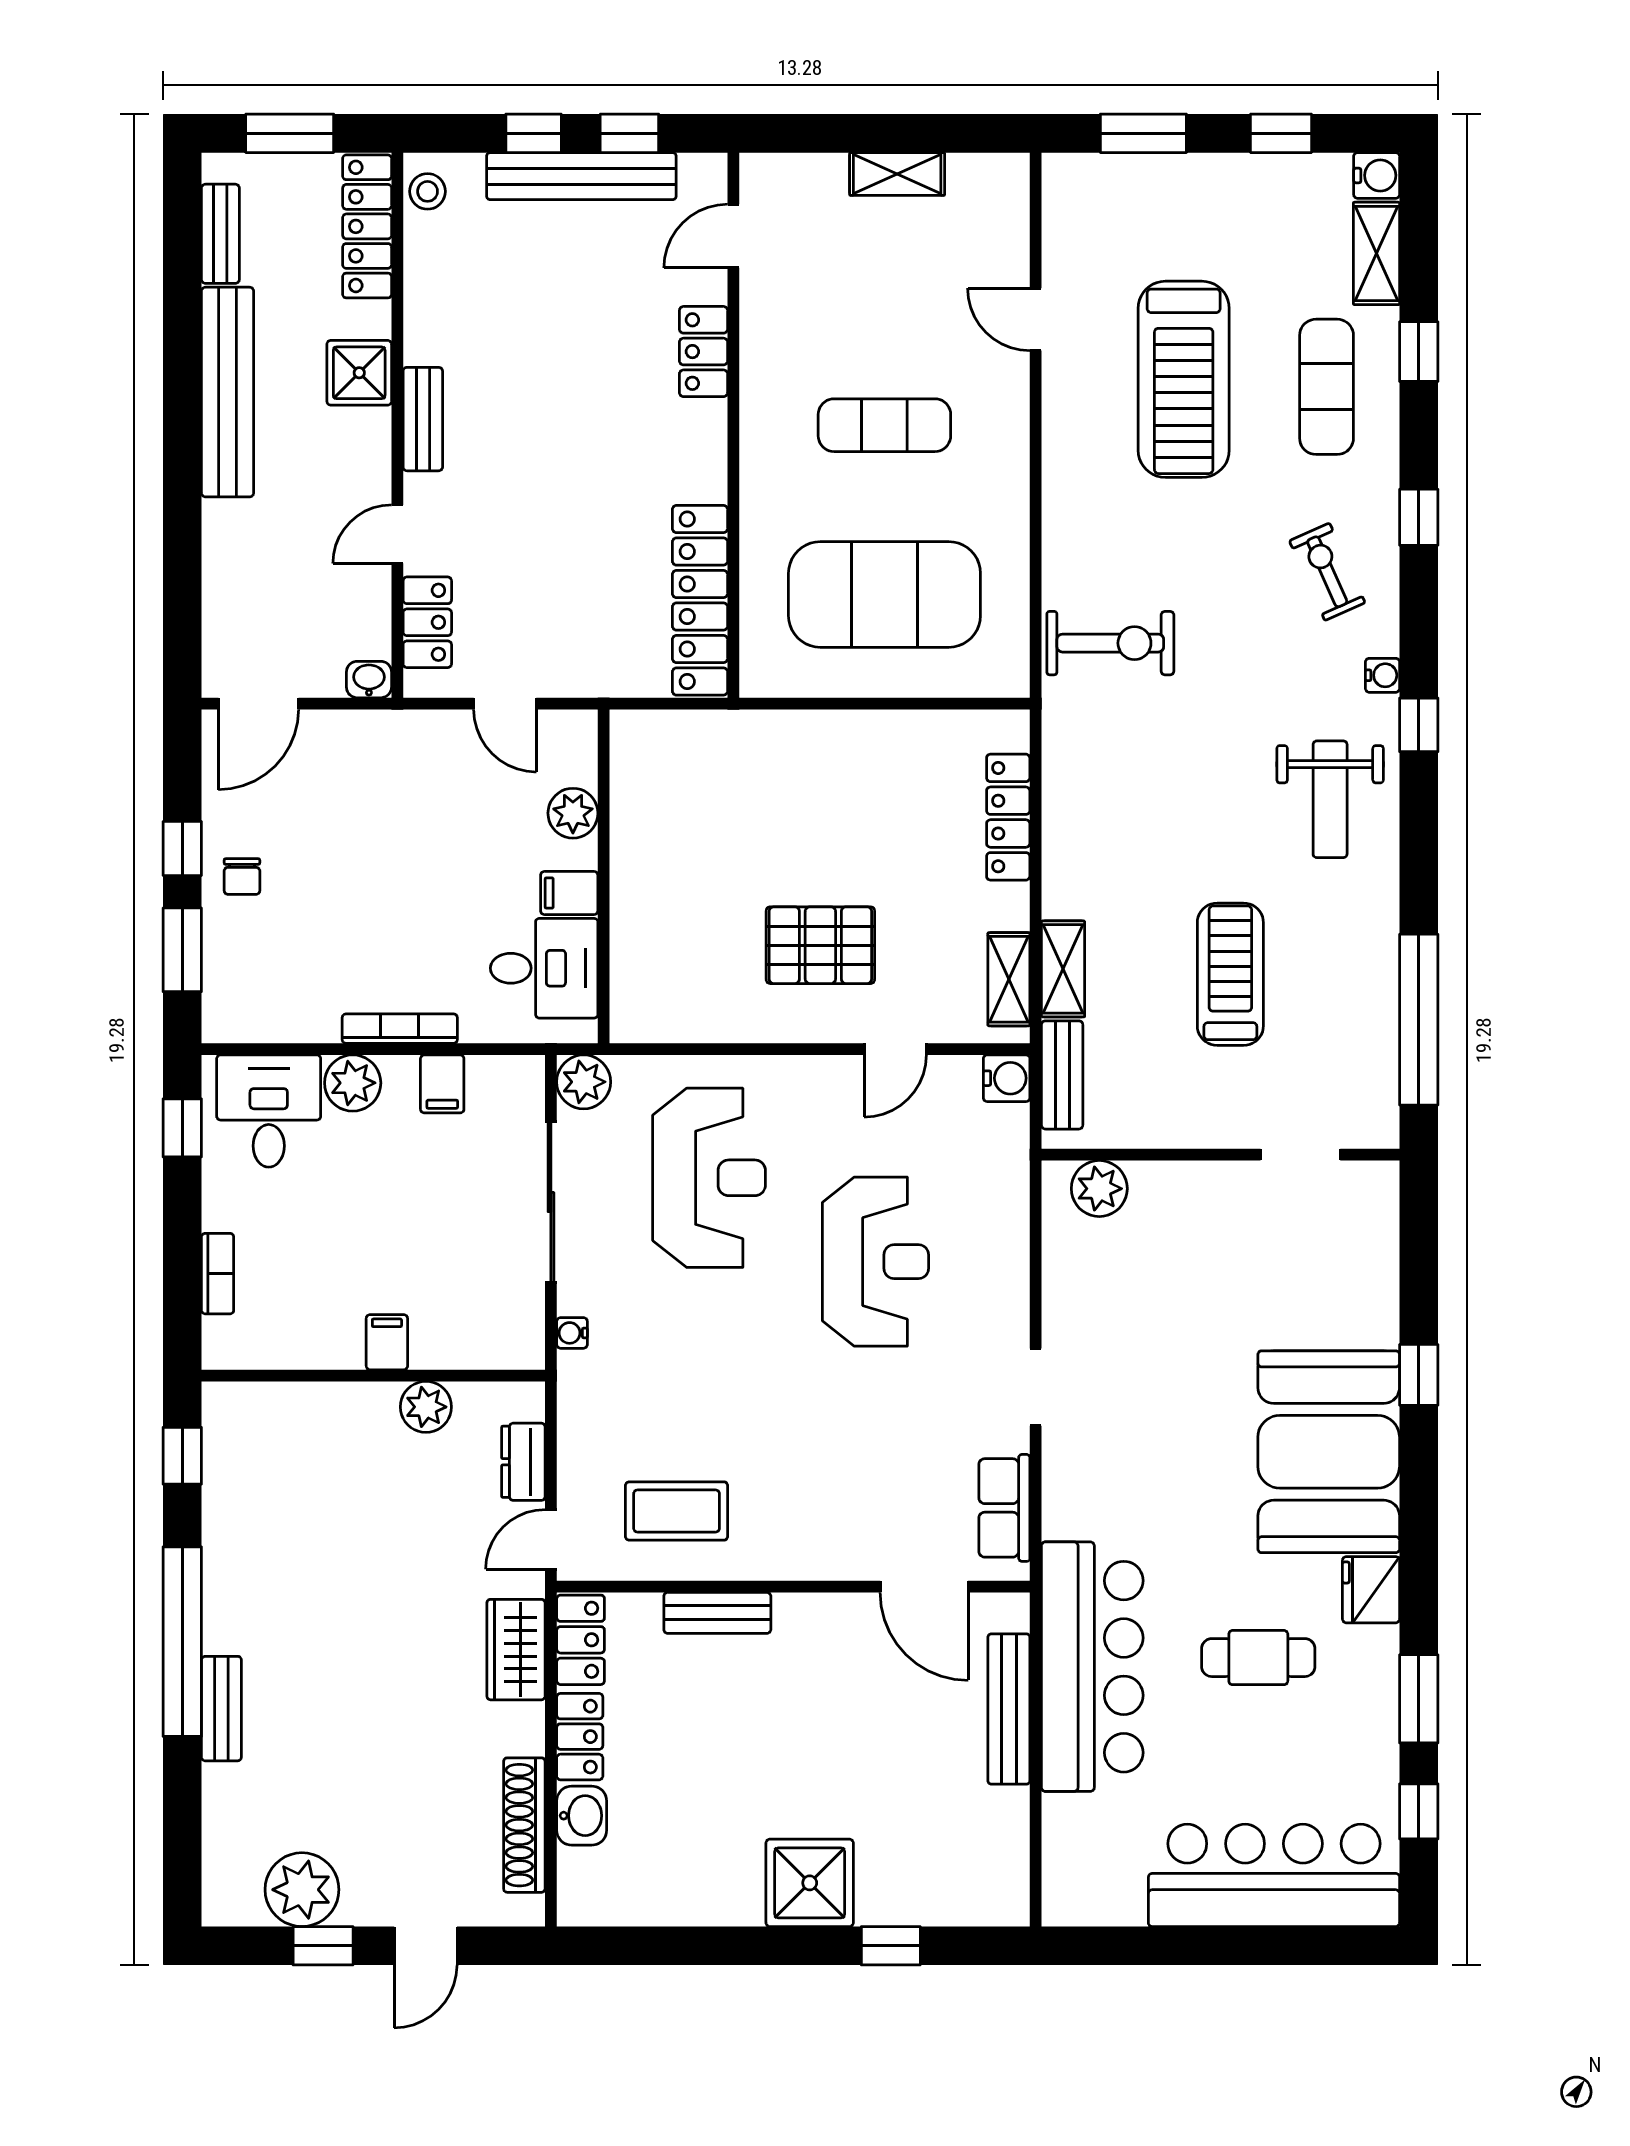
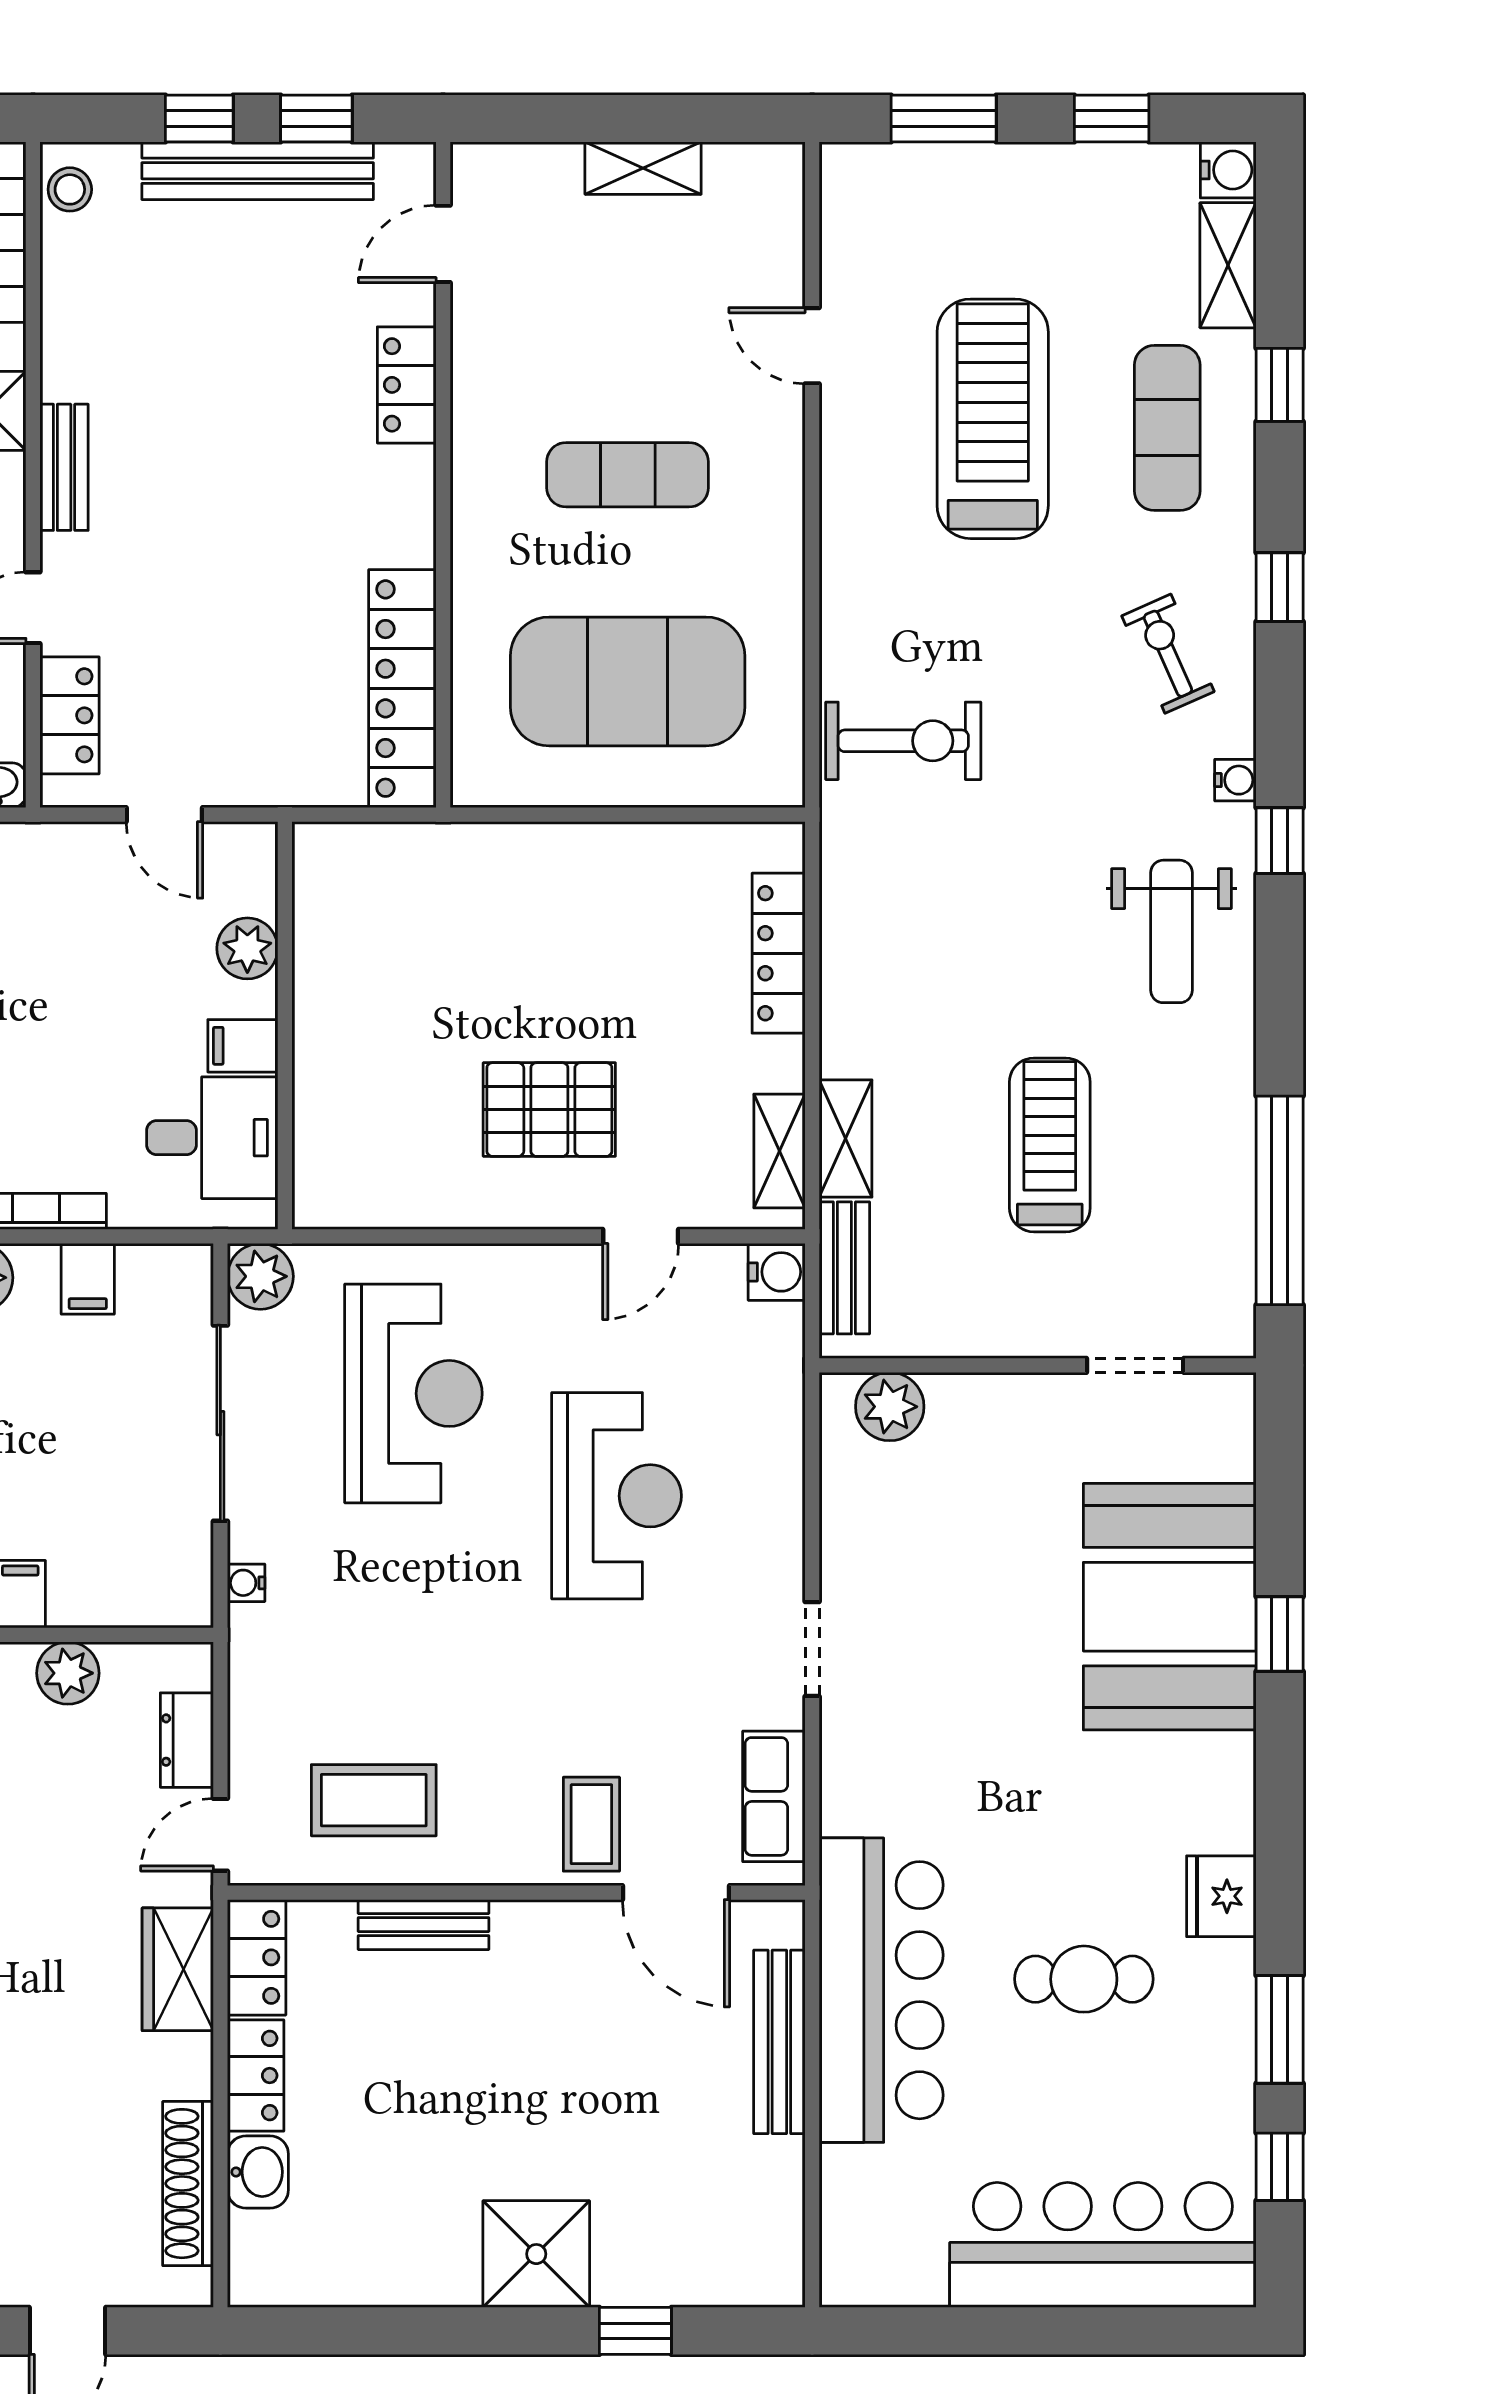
treadmill: (1184, 379) -> (993, 419), turned 180
booth: (1329, 1452) -> (1170, 1607), moved
coffee table: (855, 1531) -> (591, 1824), added

